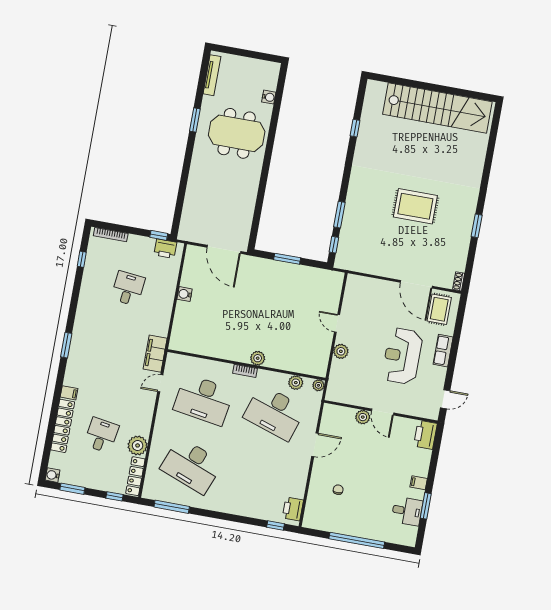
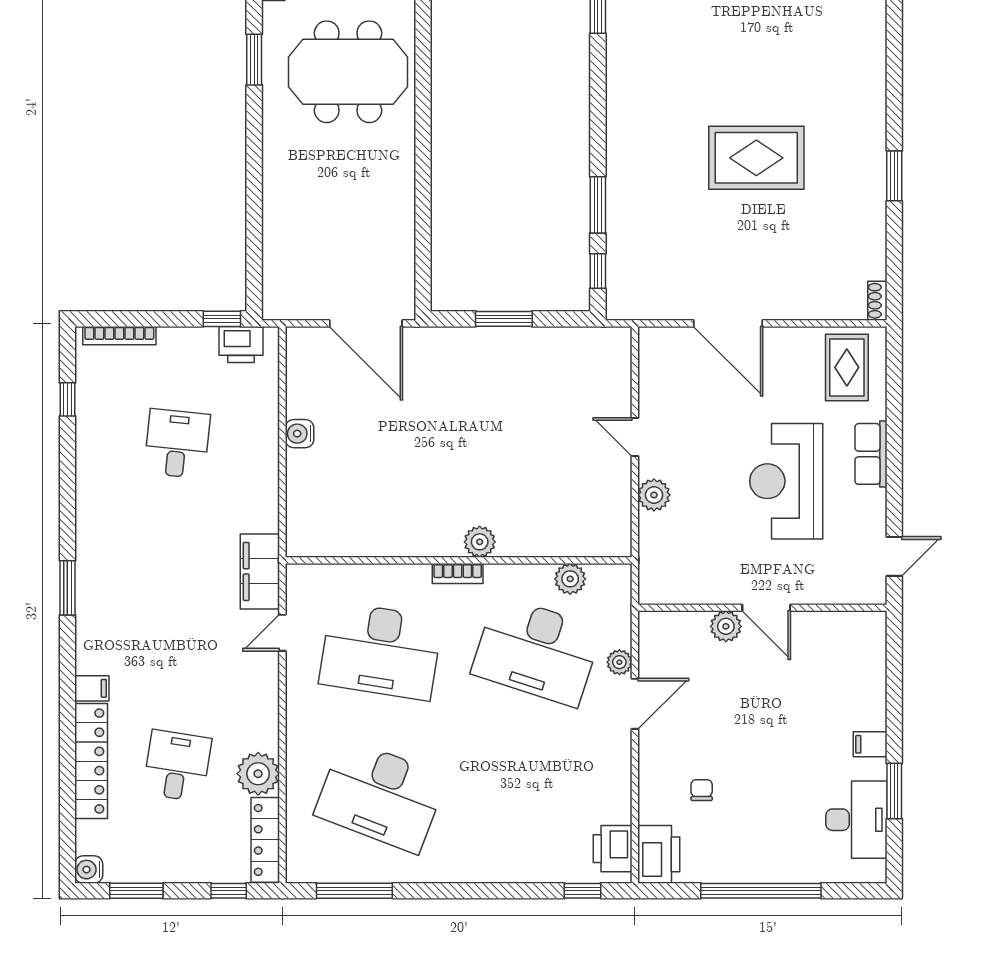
door: (416, 284) -> (728, 323), moved
plant: (318, 385) -> (619, 662), moved
printer: (425, 435) -> (659, 854), moved, turned 180
desk: (407, 511) -> (856, 820), width x1.37

